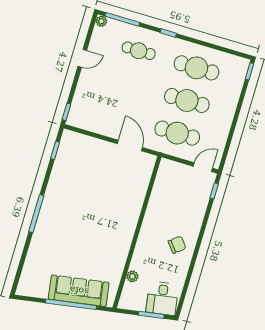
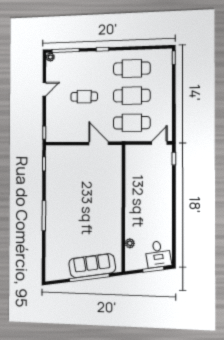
cafe table: (139, 51) -> (84, 97), moved
chair: (177, 245) -> (157, 209), removed

